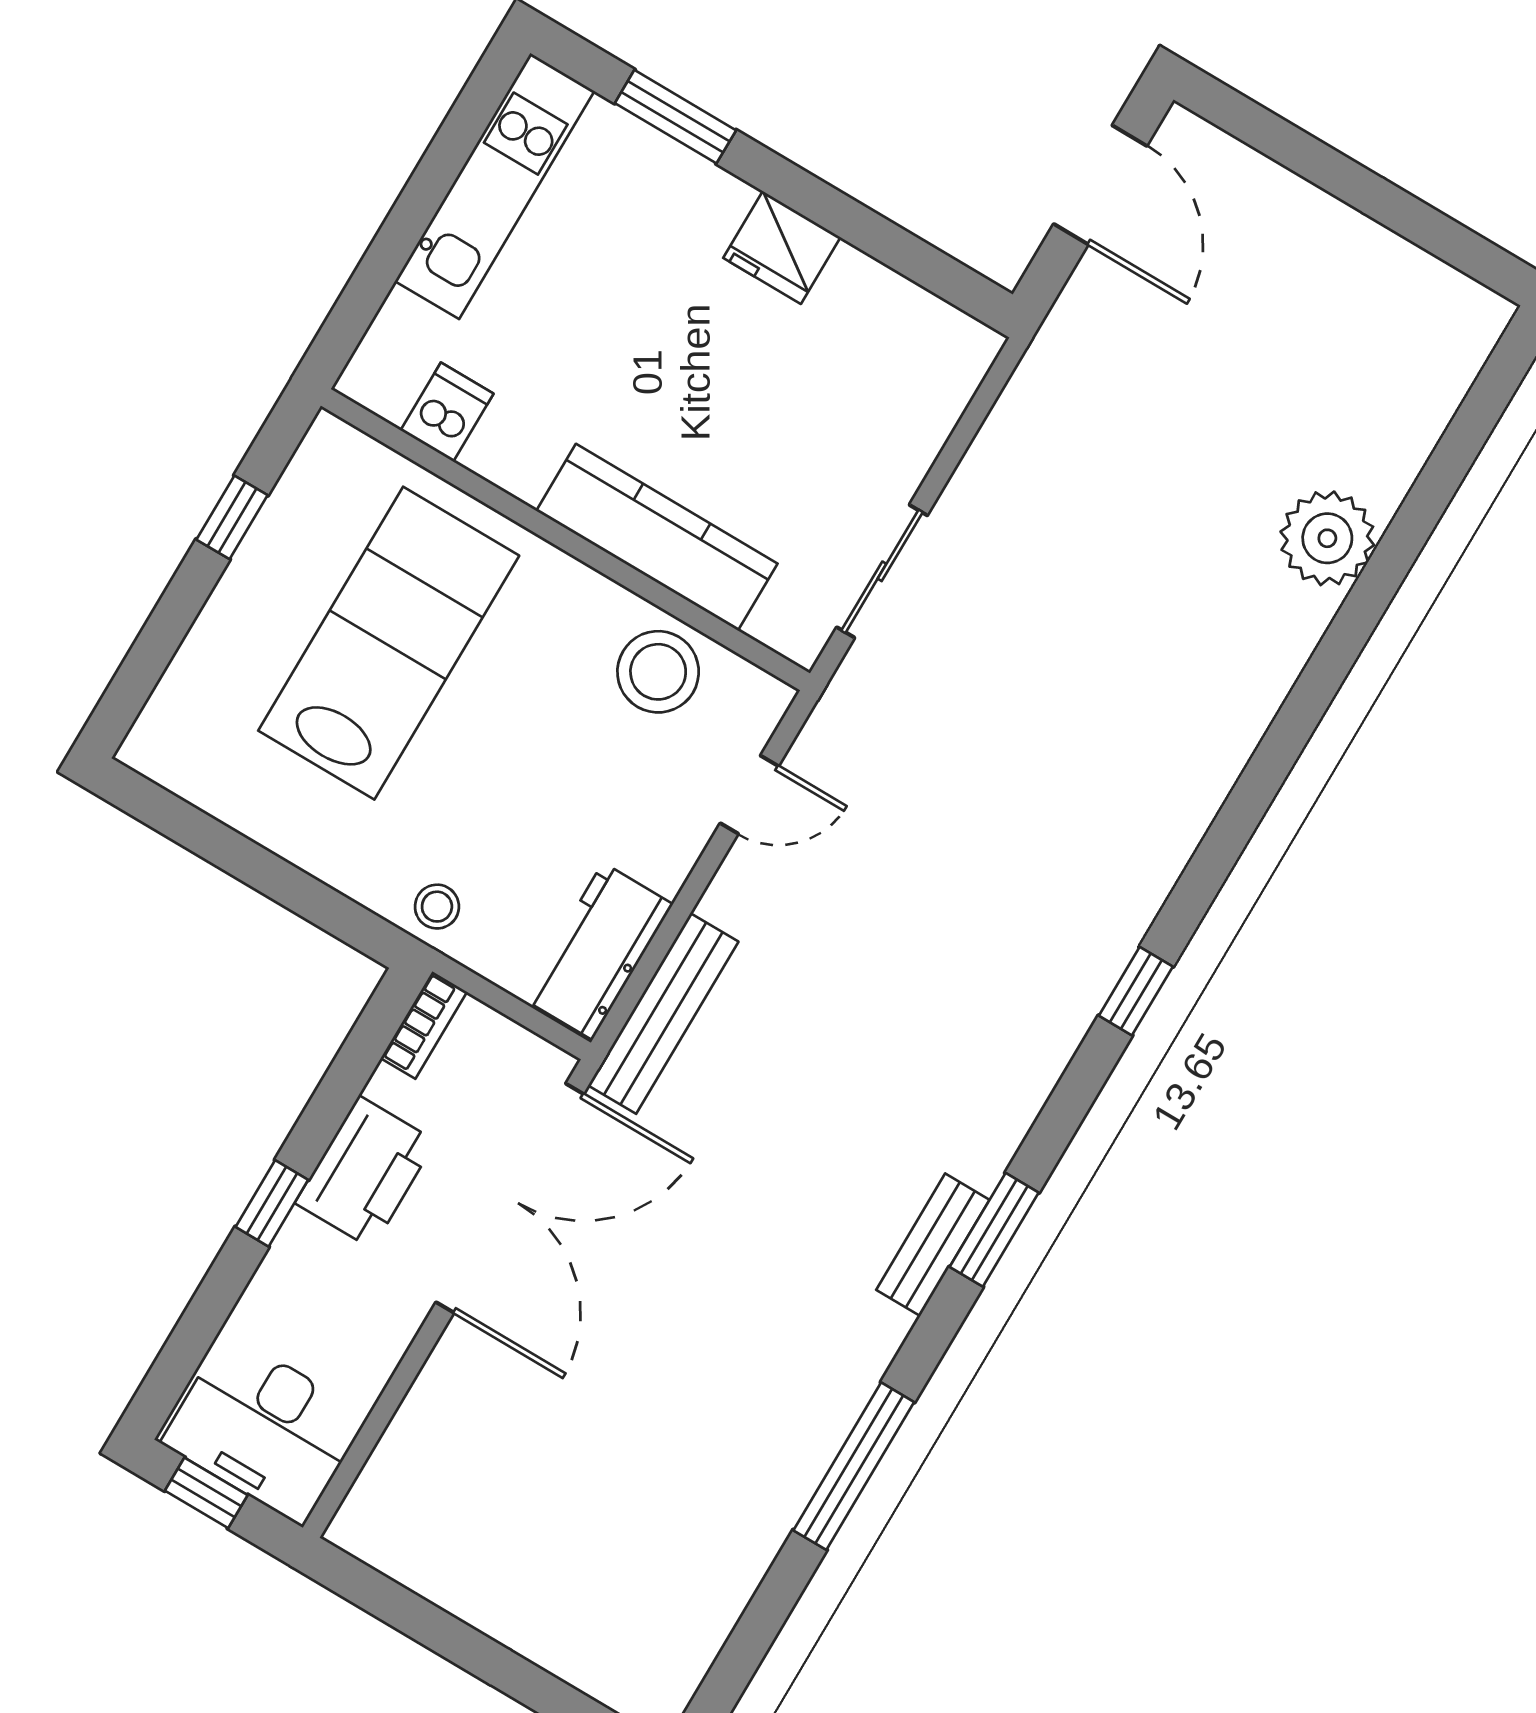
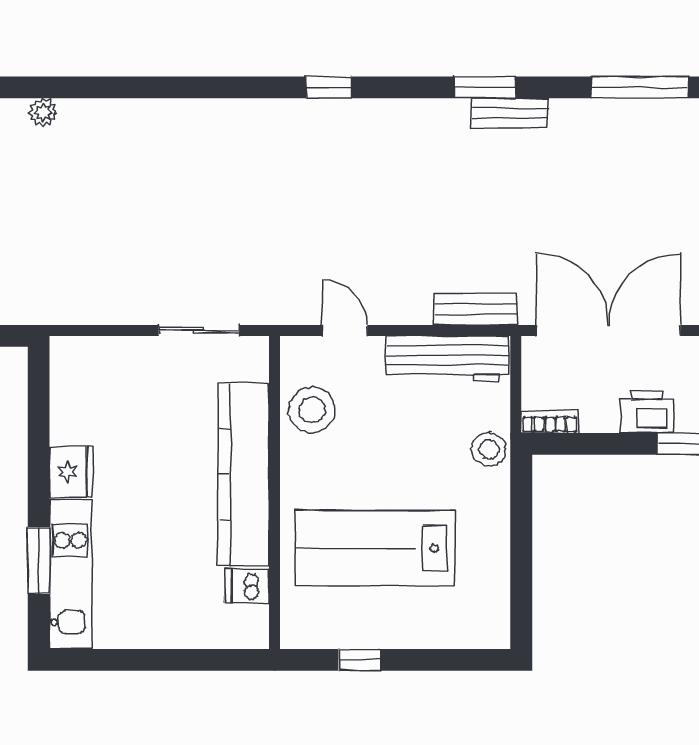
kitchen unit: (495, 186) -> (70, 575), moved, turned 90
kitchen counter: (657, 537) -> (244, 475), width x1.39, depth x1.17
plant: (1327, 538) -> (43, 112), width x0.53, depth x0.53
stool: (437, 907) -> (489, 449), width x1.37, depth x1.37
workbench: (598, 951) -> (448, 359), width x1.38
bench: (663, 1014) -> (475, 309), width x0.73
printer: (365, 1172) -> (647, 412), width x0.73, depth x0.84

